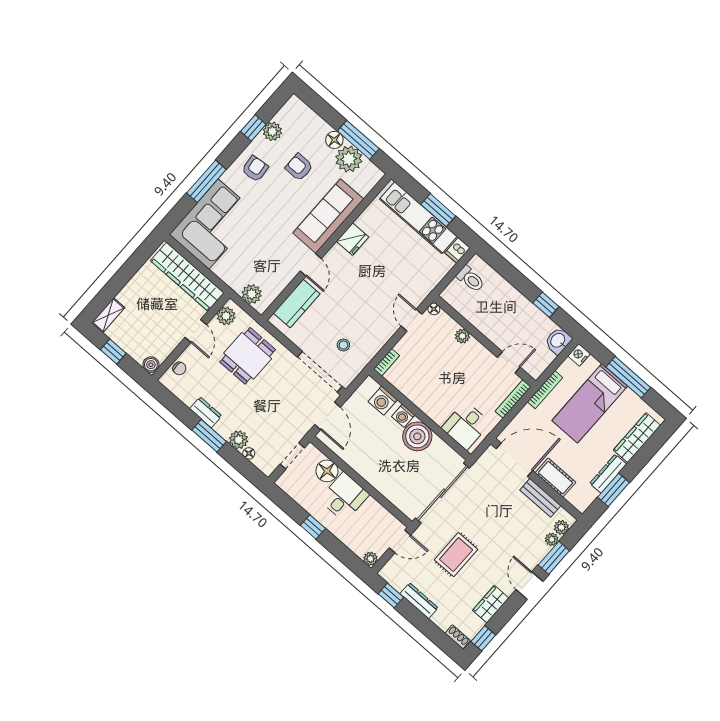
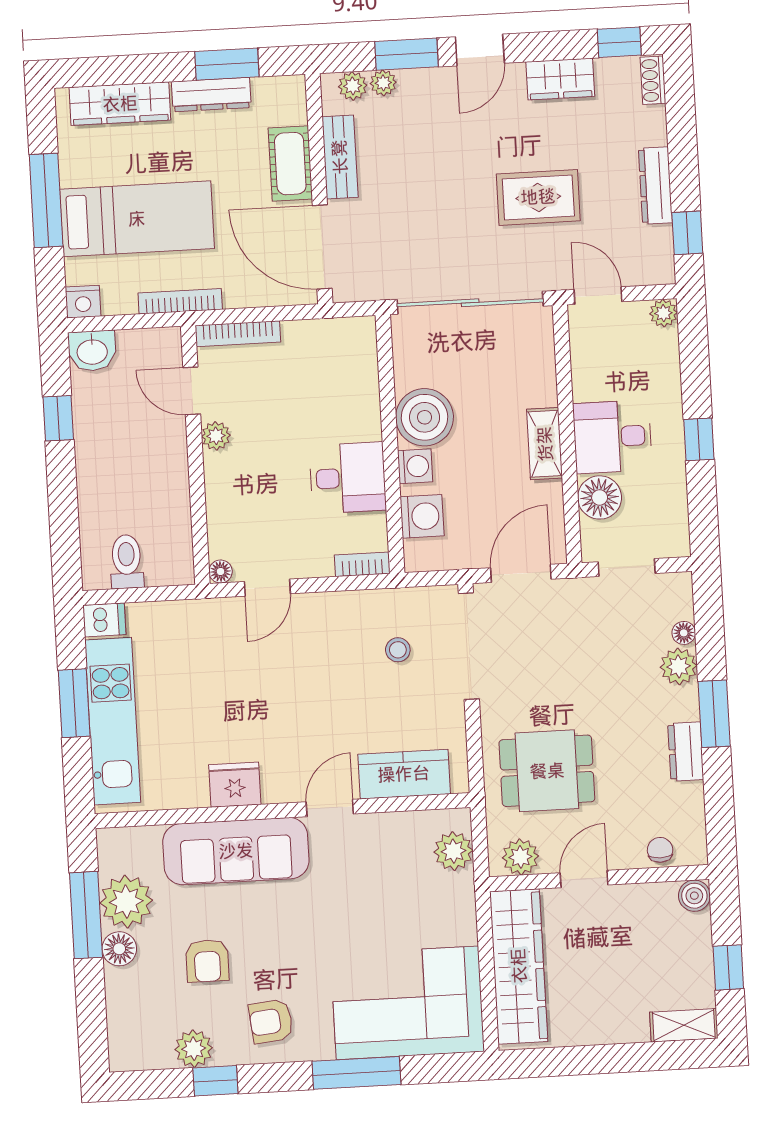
plant: (462, 336) -> (216, 436), moved
desk: (466, 425) -> (348, 478), moved
shelving: (366, 470) -> (545, 444), added

